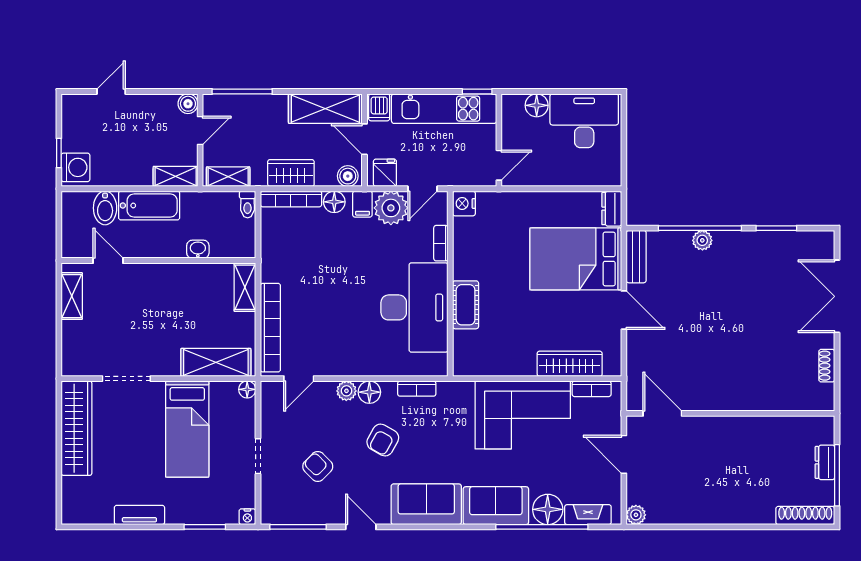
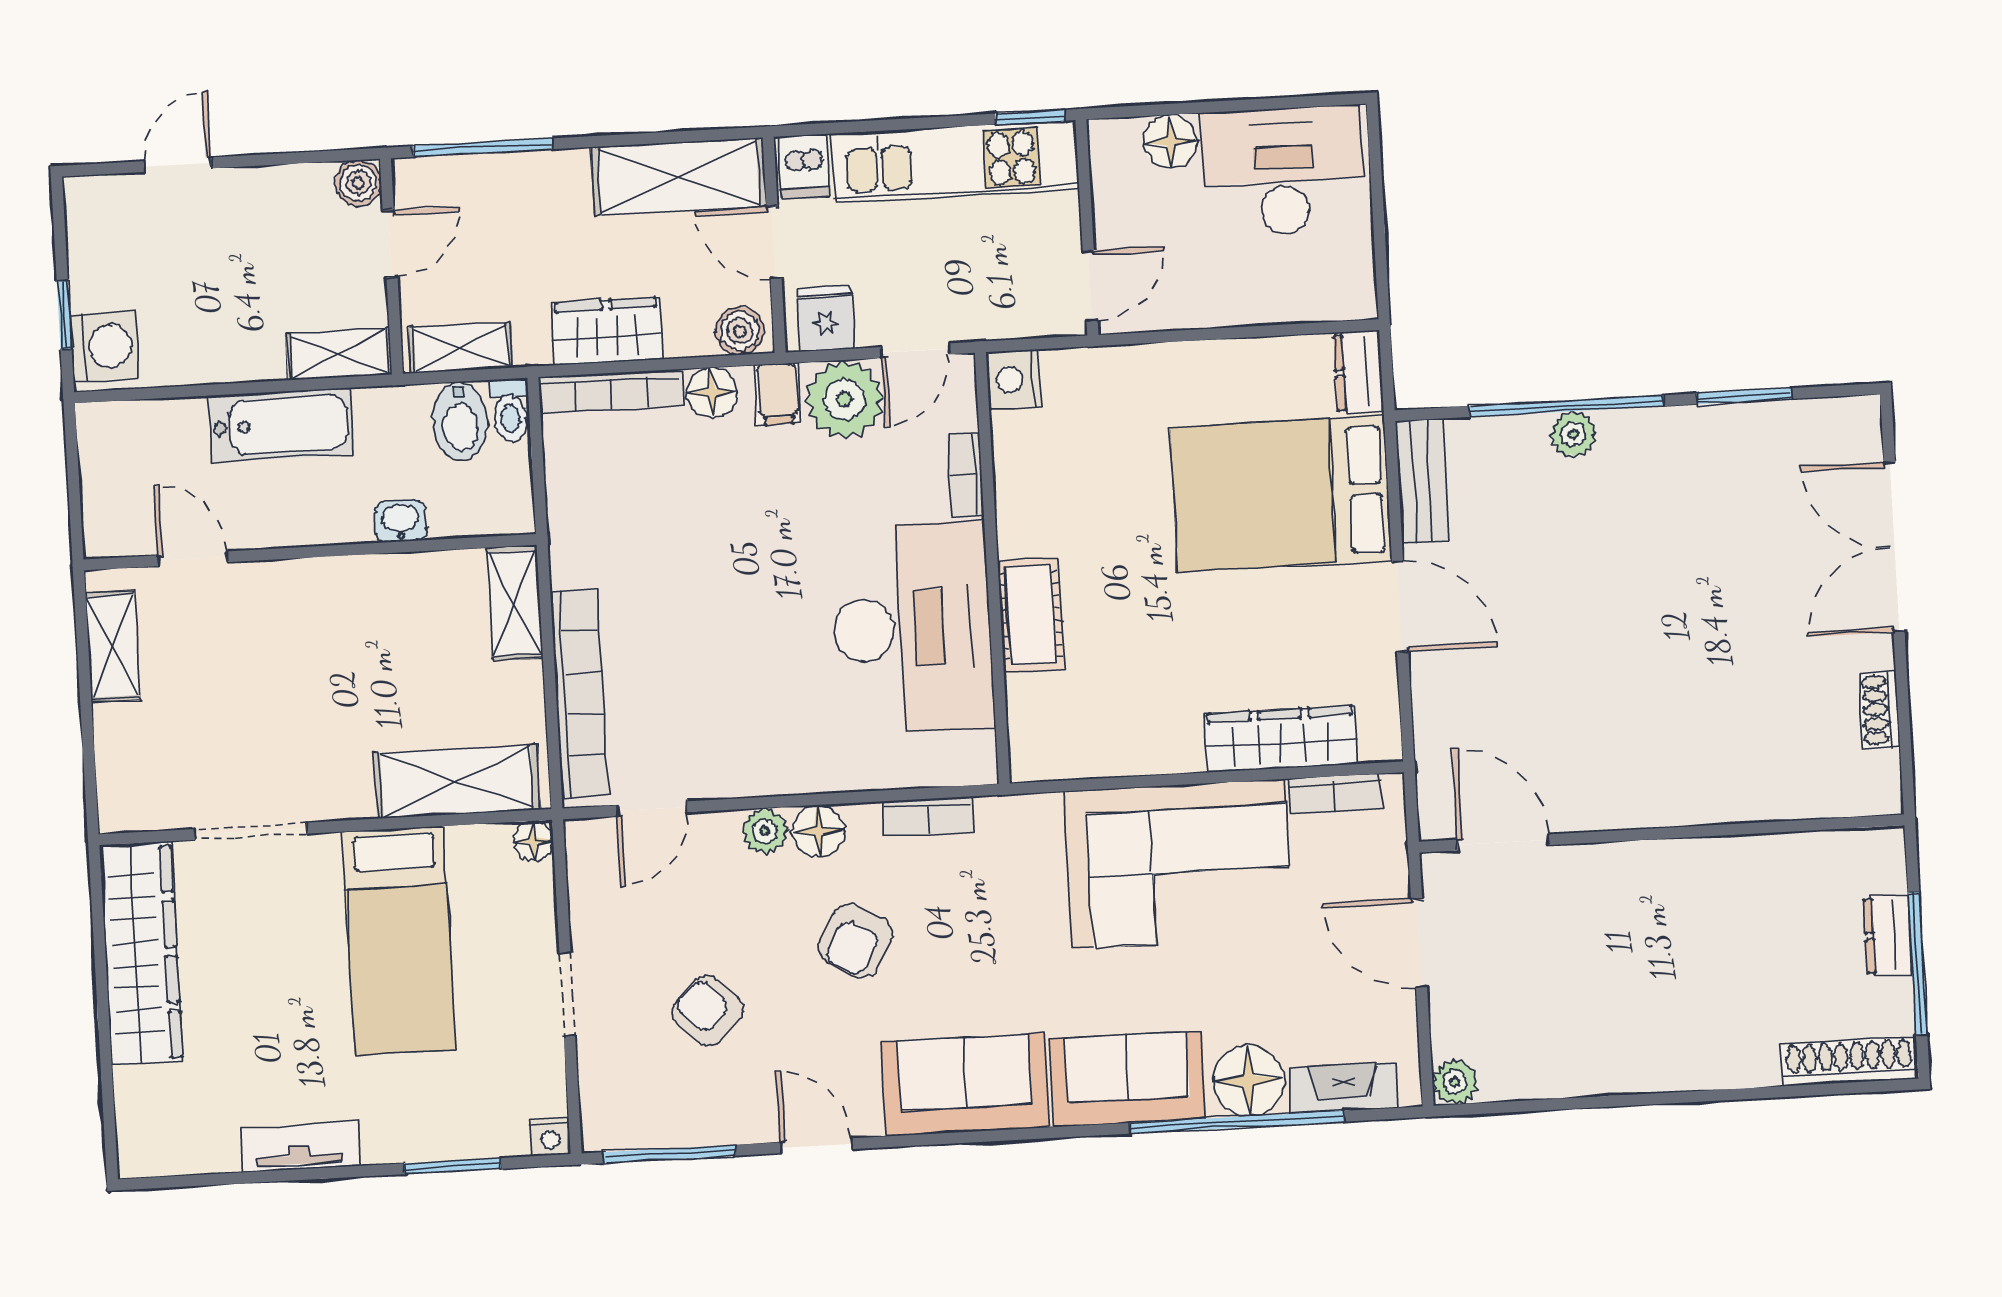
bidet: (105, 208) -> (460, 421), moved

